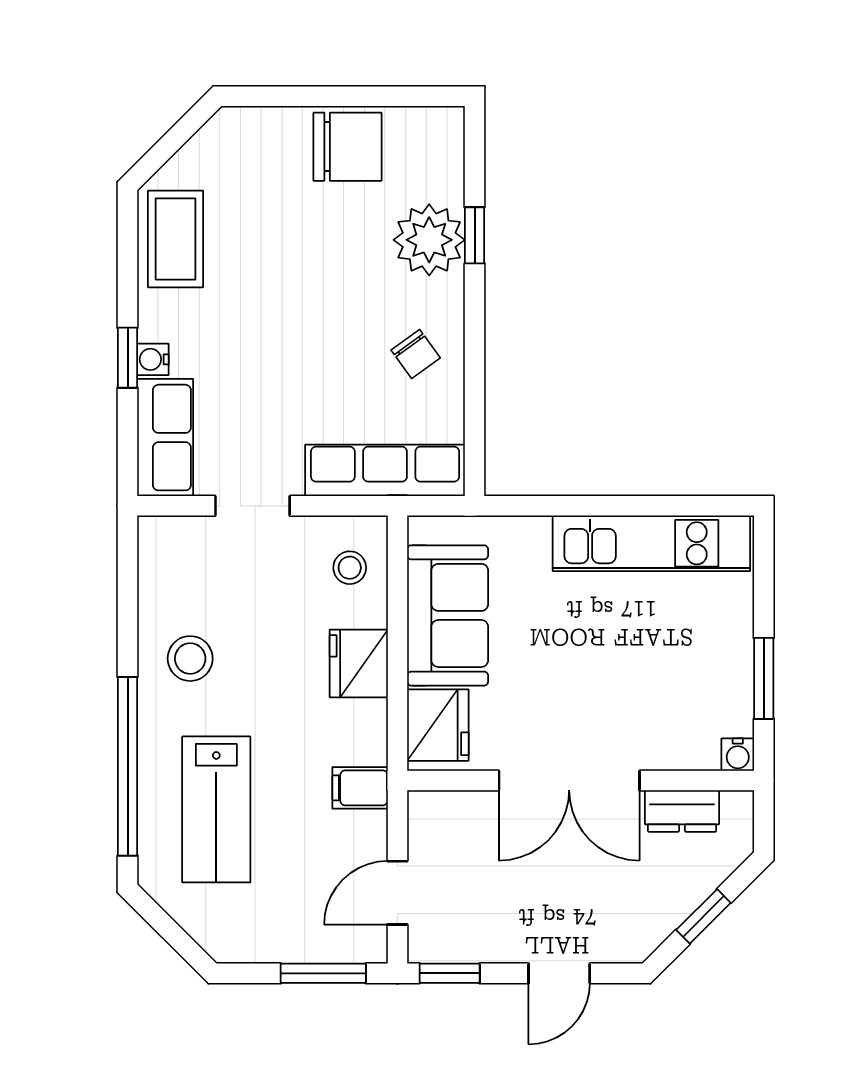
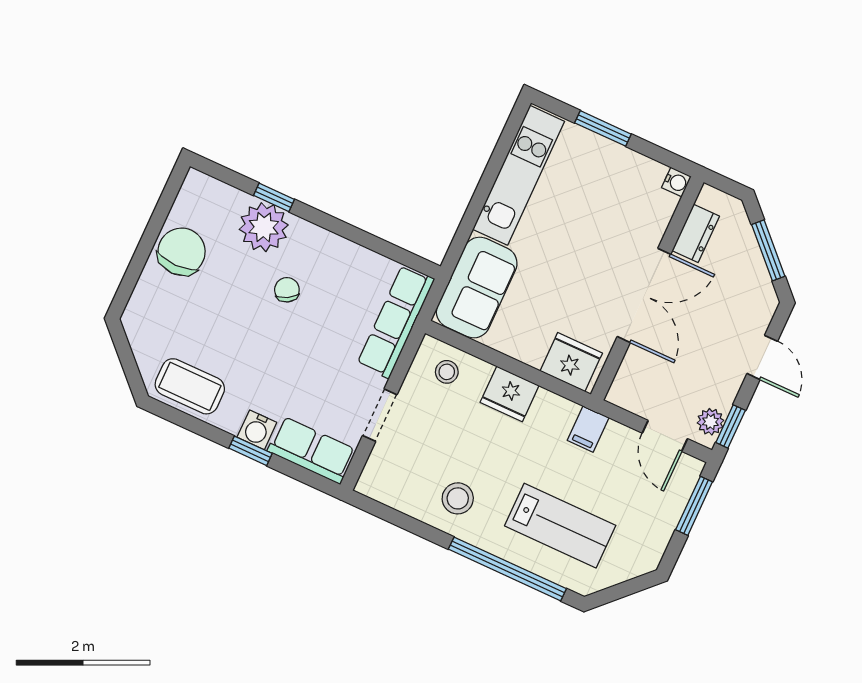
chair: (416, 354) -> (287, 290), moved, turned -84
water cooler: (153, 359) -> (257, 430), width x1.38, depth x1.38
sofa: (448, 615) -> (477, 288), moved, turned 90
window: (764, 678) -> (603, 128), moved
window: (703, 916) -> (768, 250), width x1.50
plant: (444, 944) -> (711, 422), added

